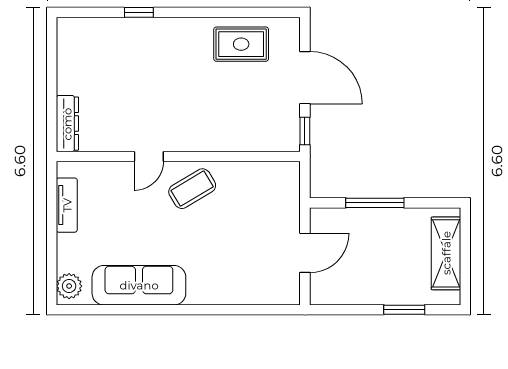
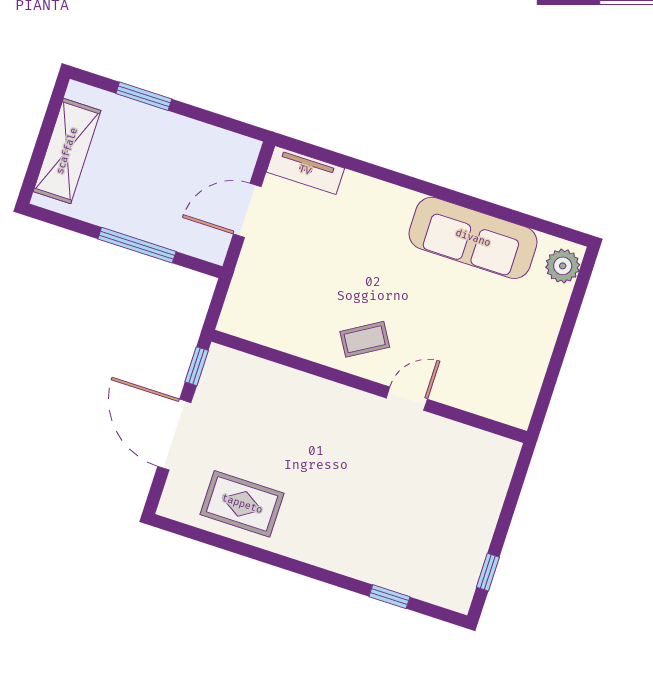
window: (139, 12) -> (389, 597), moved
window: (52, 52) -> (488, 572), added
dresser: (67, 124) -> (497, 474), removed
coffee table: (192, 189) -> (365, 339), width x0.73, depth x0.77
tv unit: (67, 205) -> (305, 170), moved, turned -90

